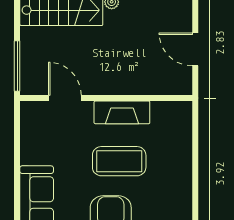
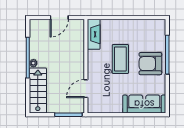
fireplace: (122, 112) -> (94, 34), moved

